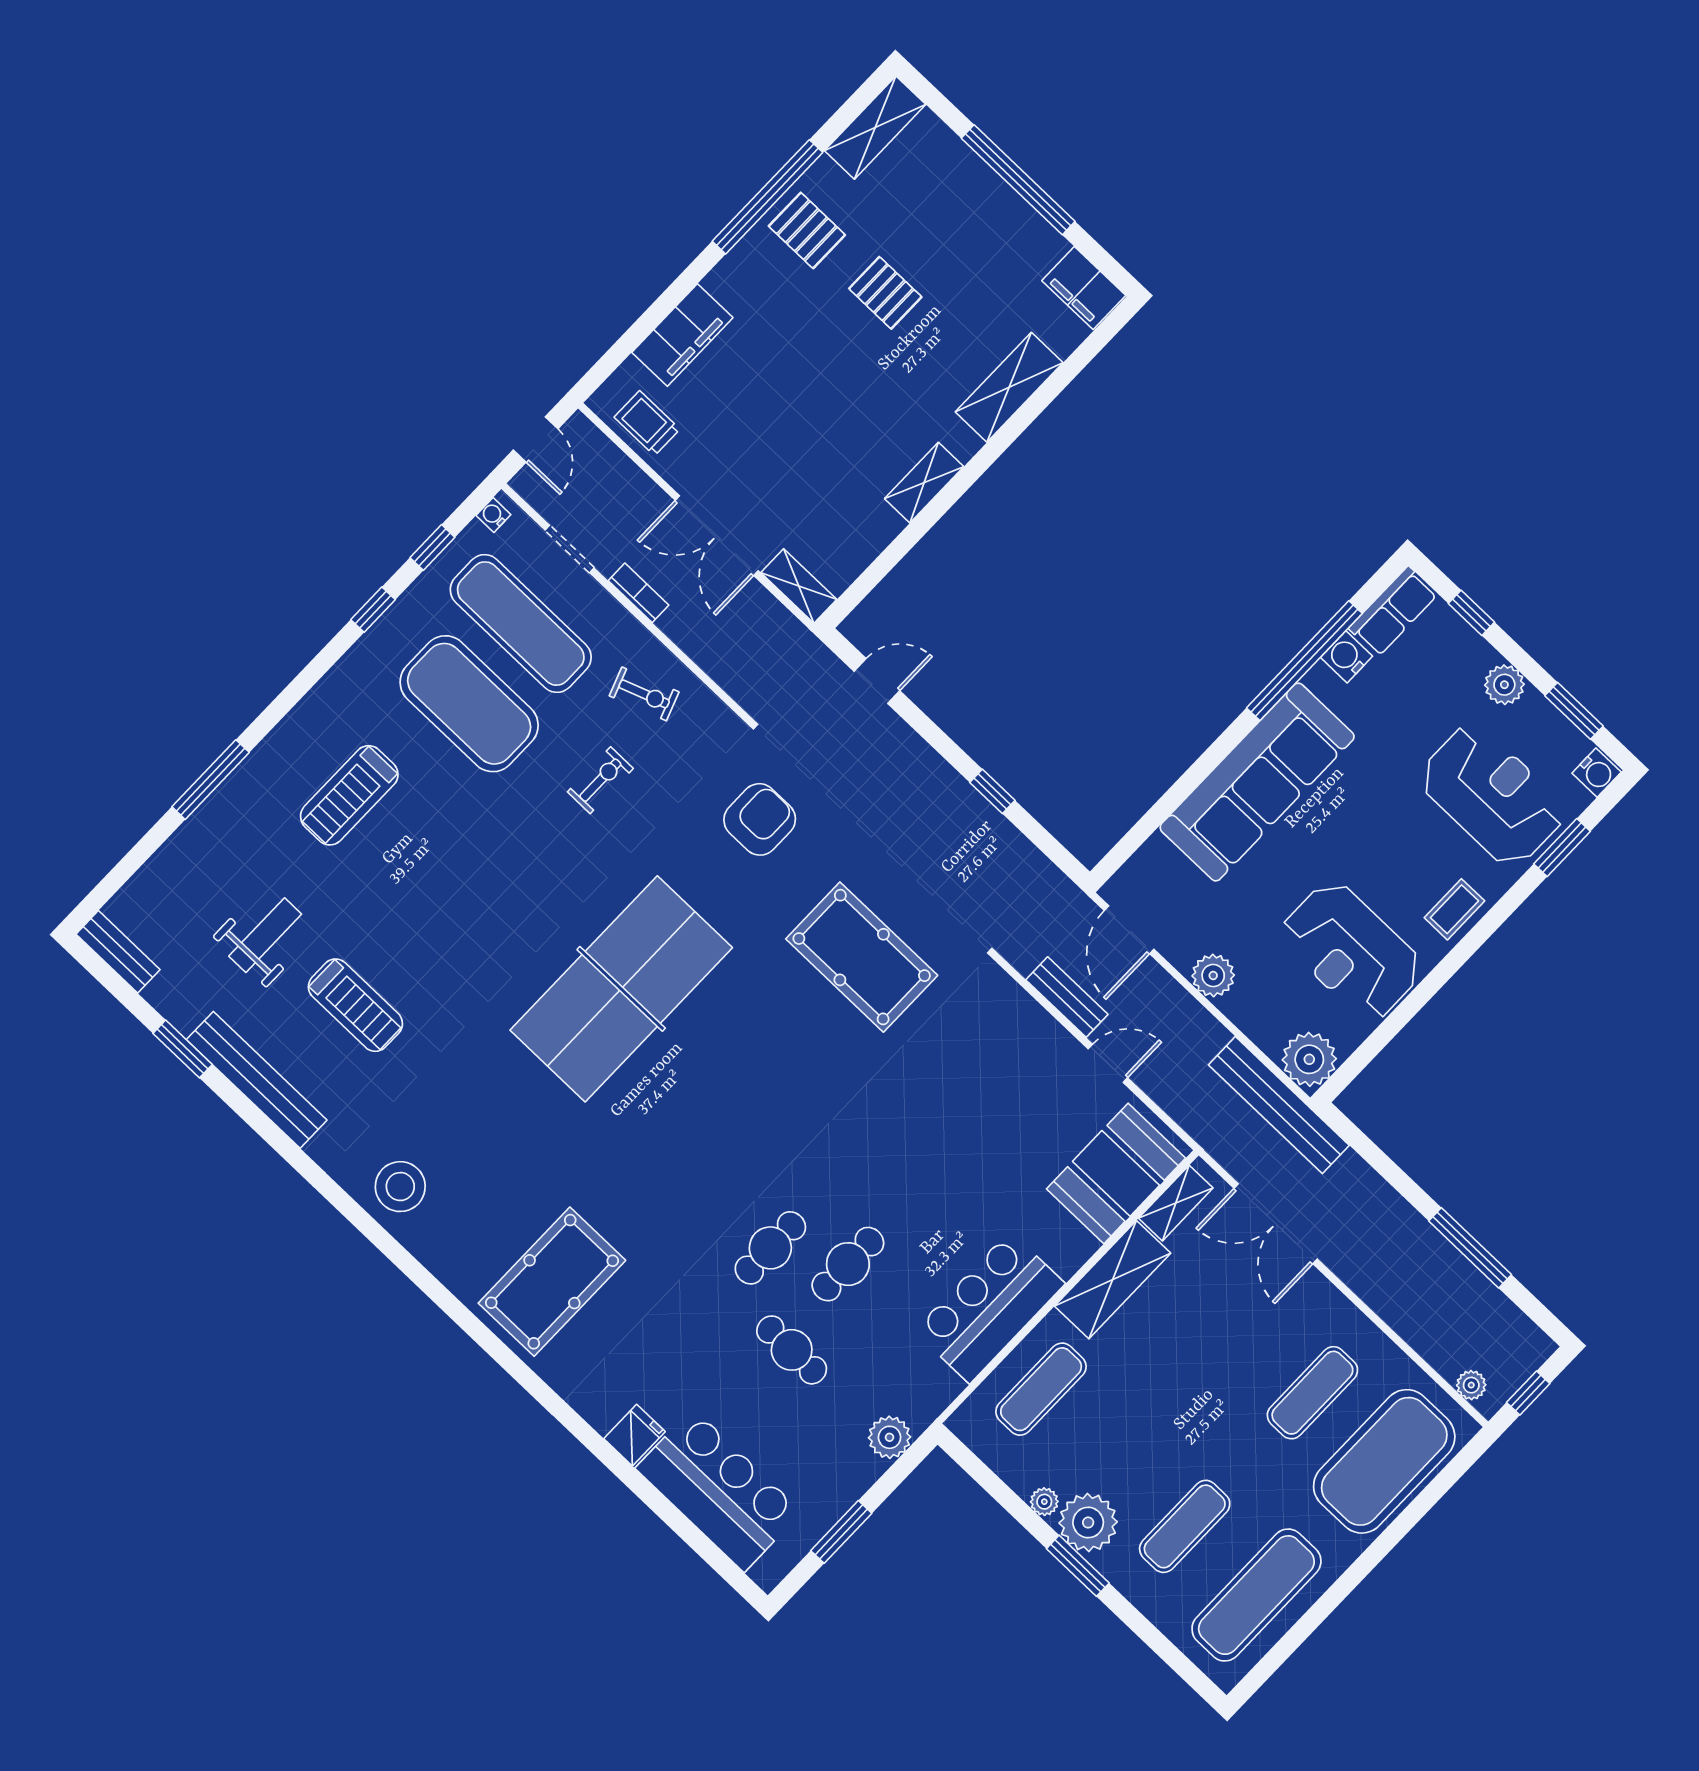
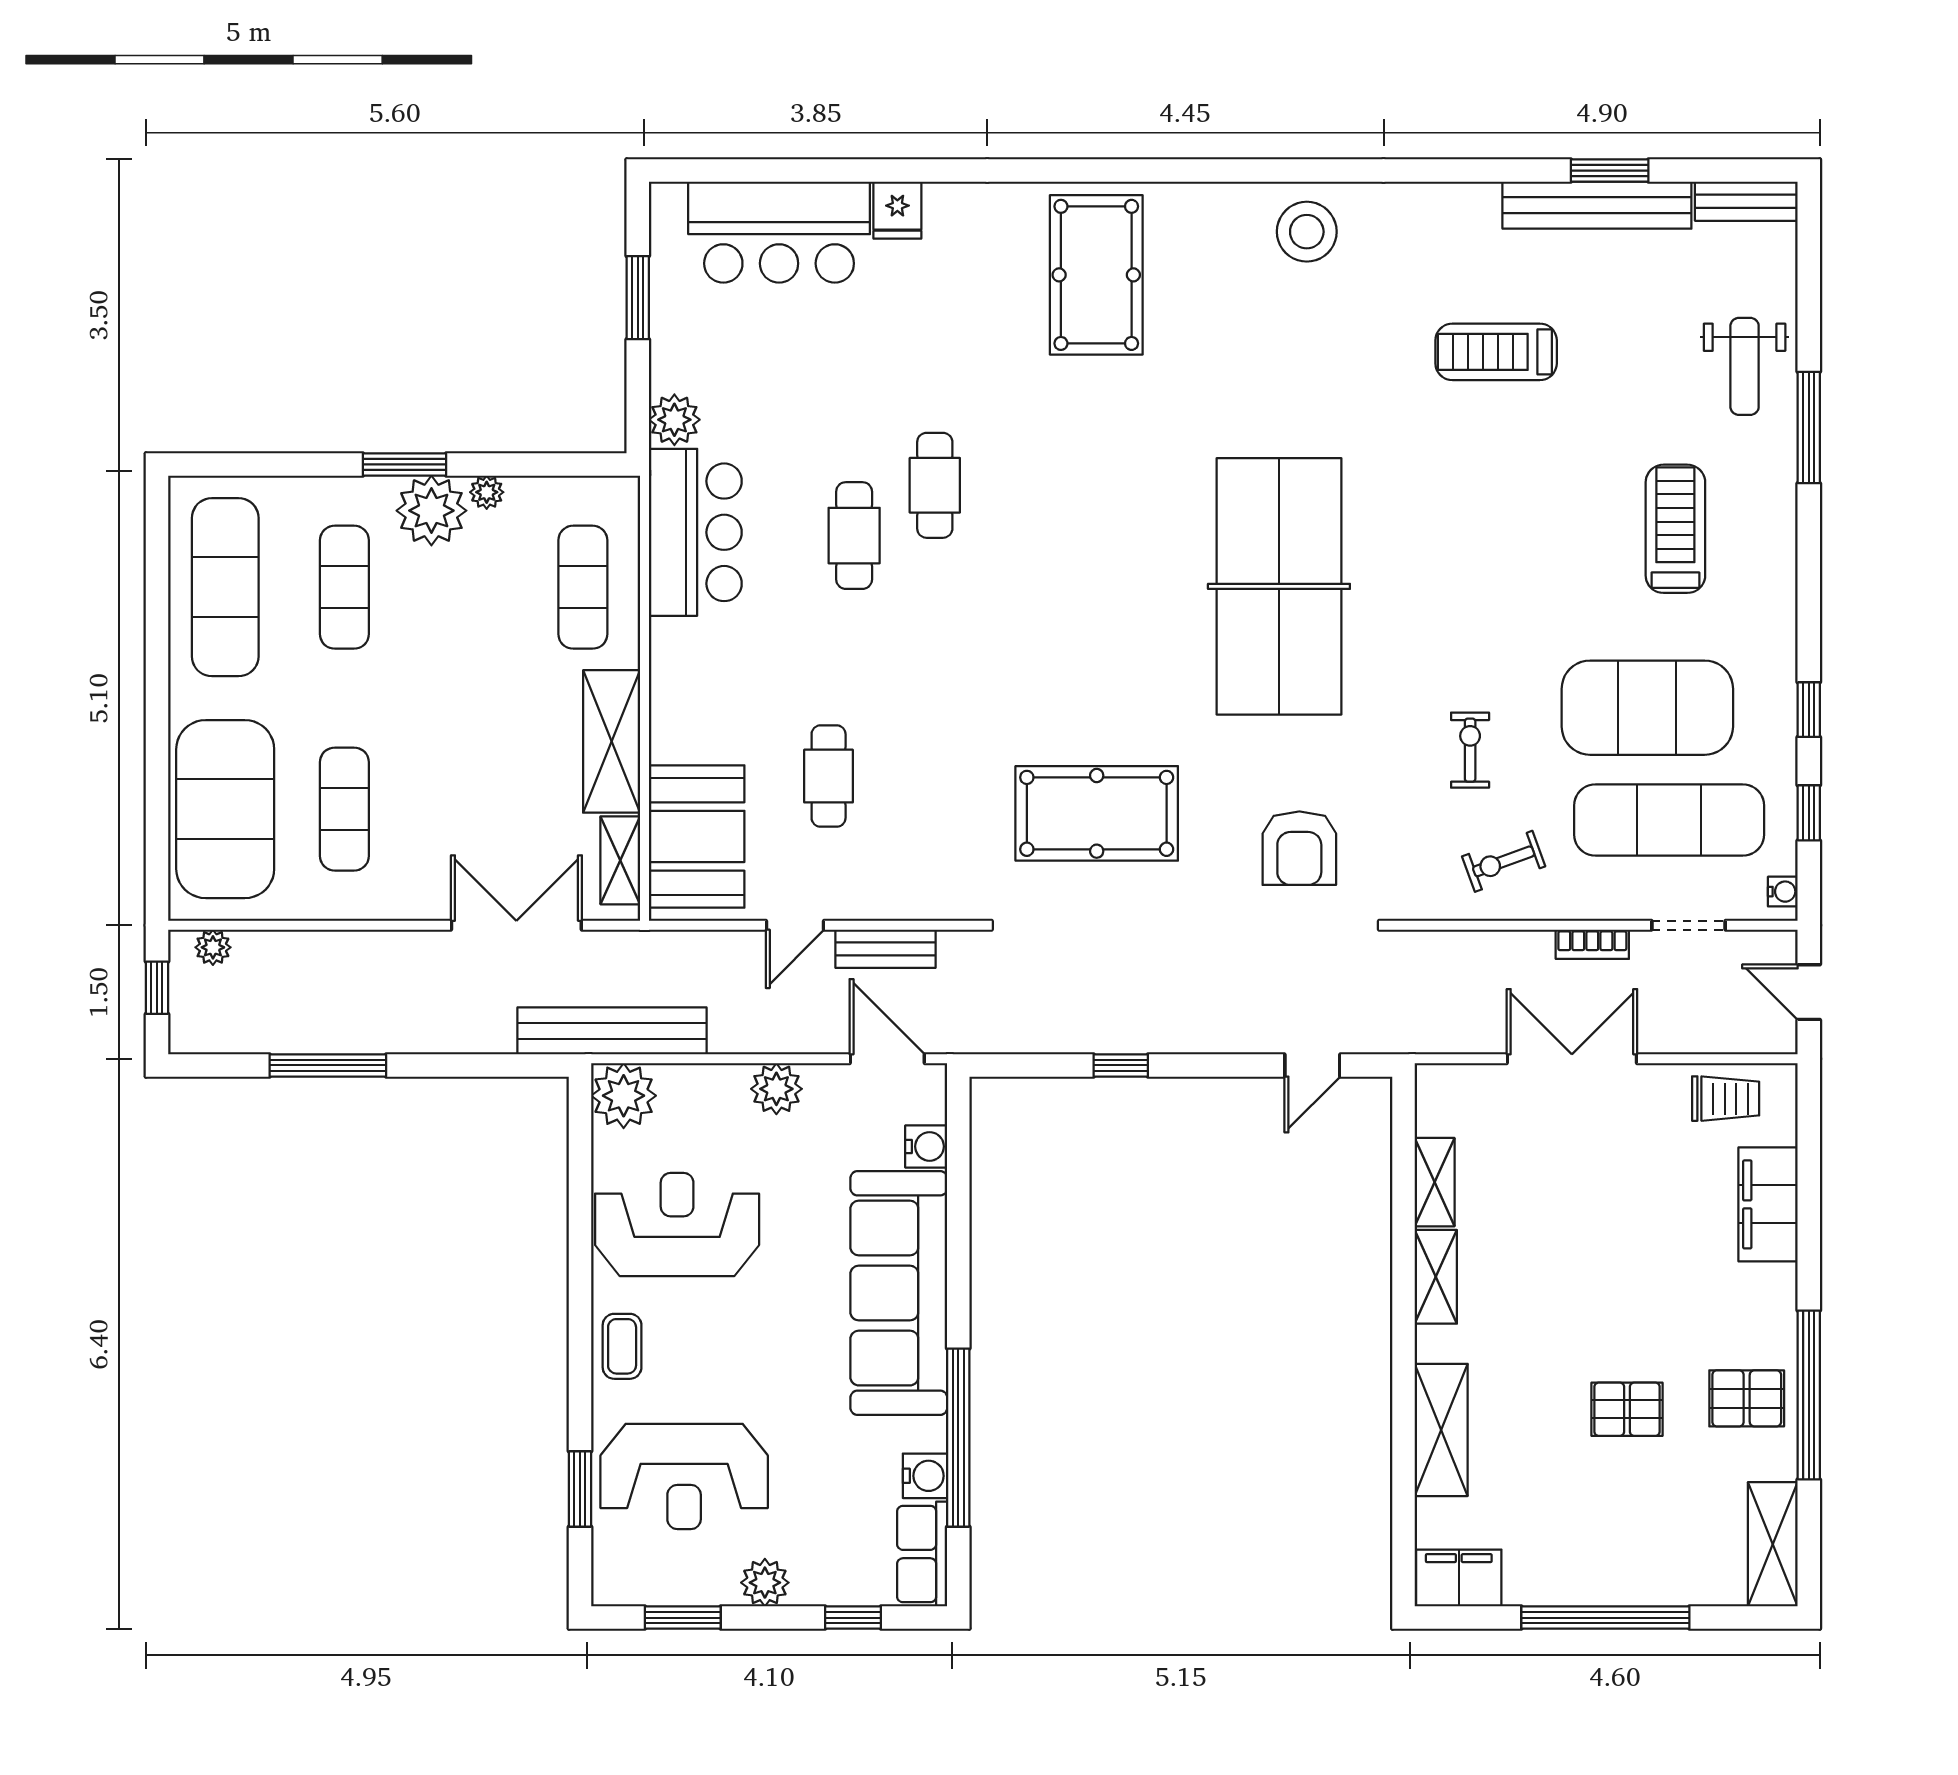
shelving: (799, 586) -> (1435, 1182), moved, turned 90
water cooler: (1597, 773) -> (926, 1146), moved, turned 180
exercise bike: (600, 780) -> (1470, 750), turned 180
weight bench: (265, 935) -> (1745, 366), moved
bench: (257, 1080) -> (1597, 205), moved
bar counter: (990, 1307) -> (695, 532), moved
cafe table: (792, 1350) -> (829, 776), moved, turned 90

